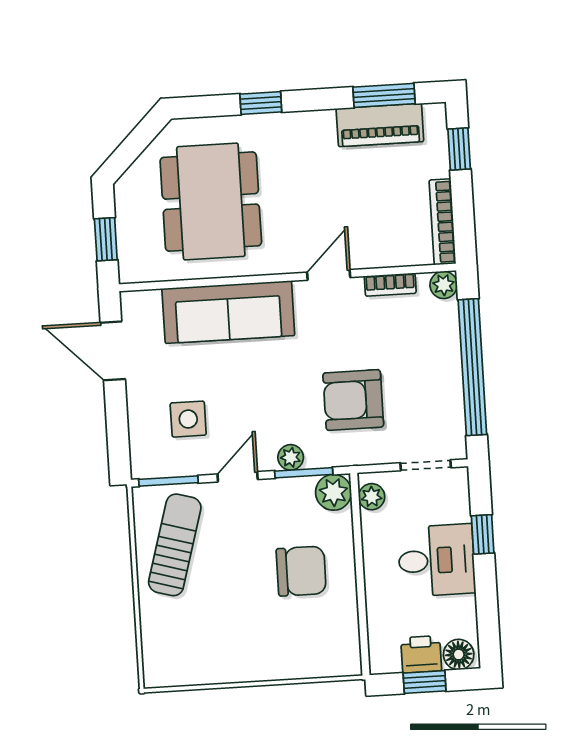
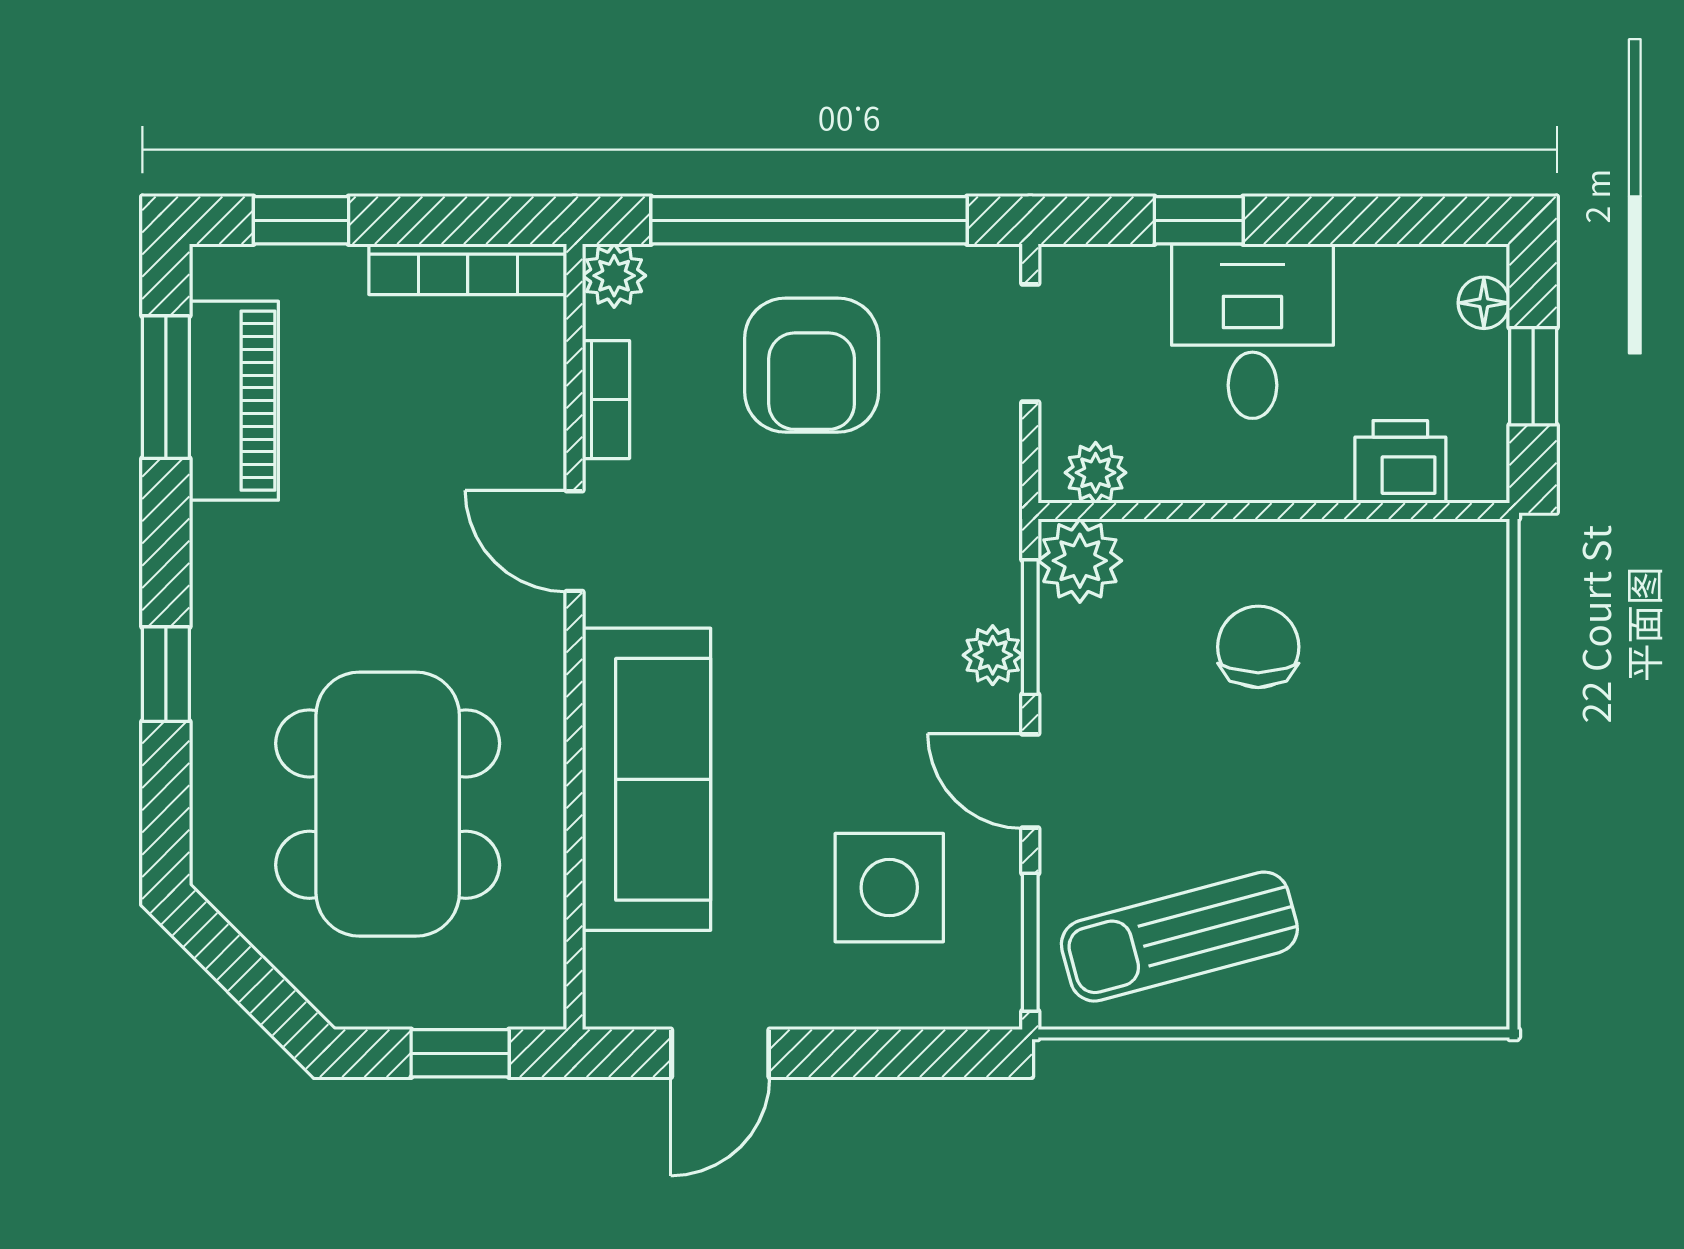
dining table: (211, 202) -> (388, 804), turned 90
door: (113, 351) -> (720, 1053), width x0.73
armchair: (353, 400) -> (812, 365), moved
side table: (188, 419) -> (889, 888), width x1.37, depth x1.37
sun lounger: (175, 545) -> (1179, 937), turned -31
chair: (301, 571) -> (1258, 647), width x0.73, depth x0.73
printer: (421, 654) -> (1400, 462), moved, turned 90
floor lamp: (459, 655) -> (1484, 303), width x0.73, depth x0.73

